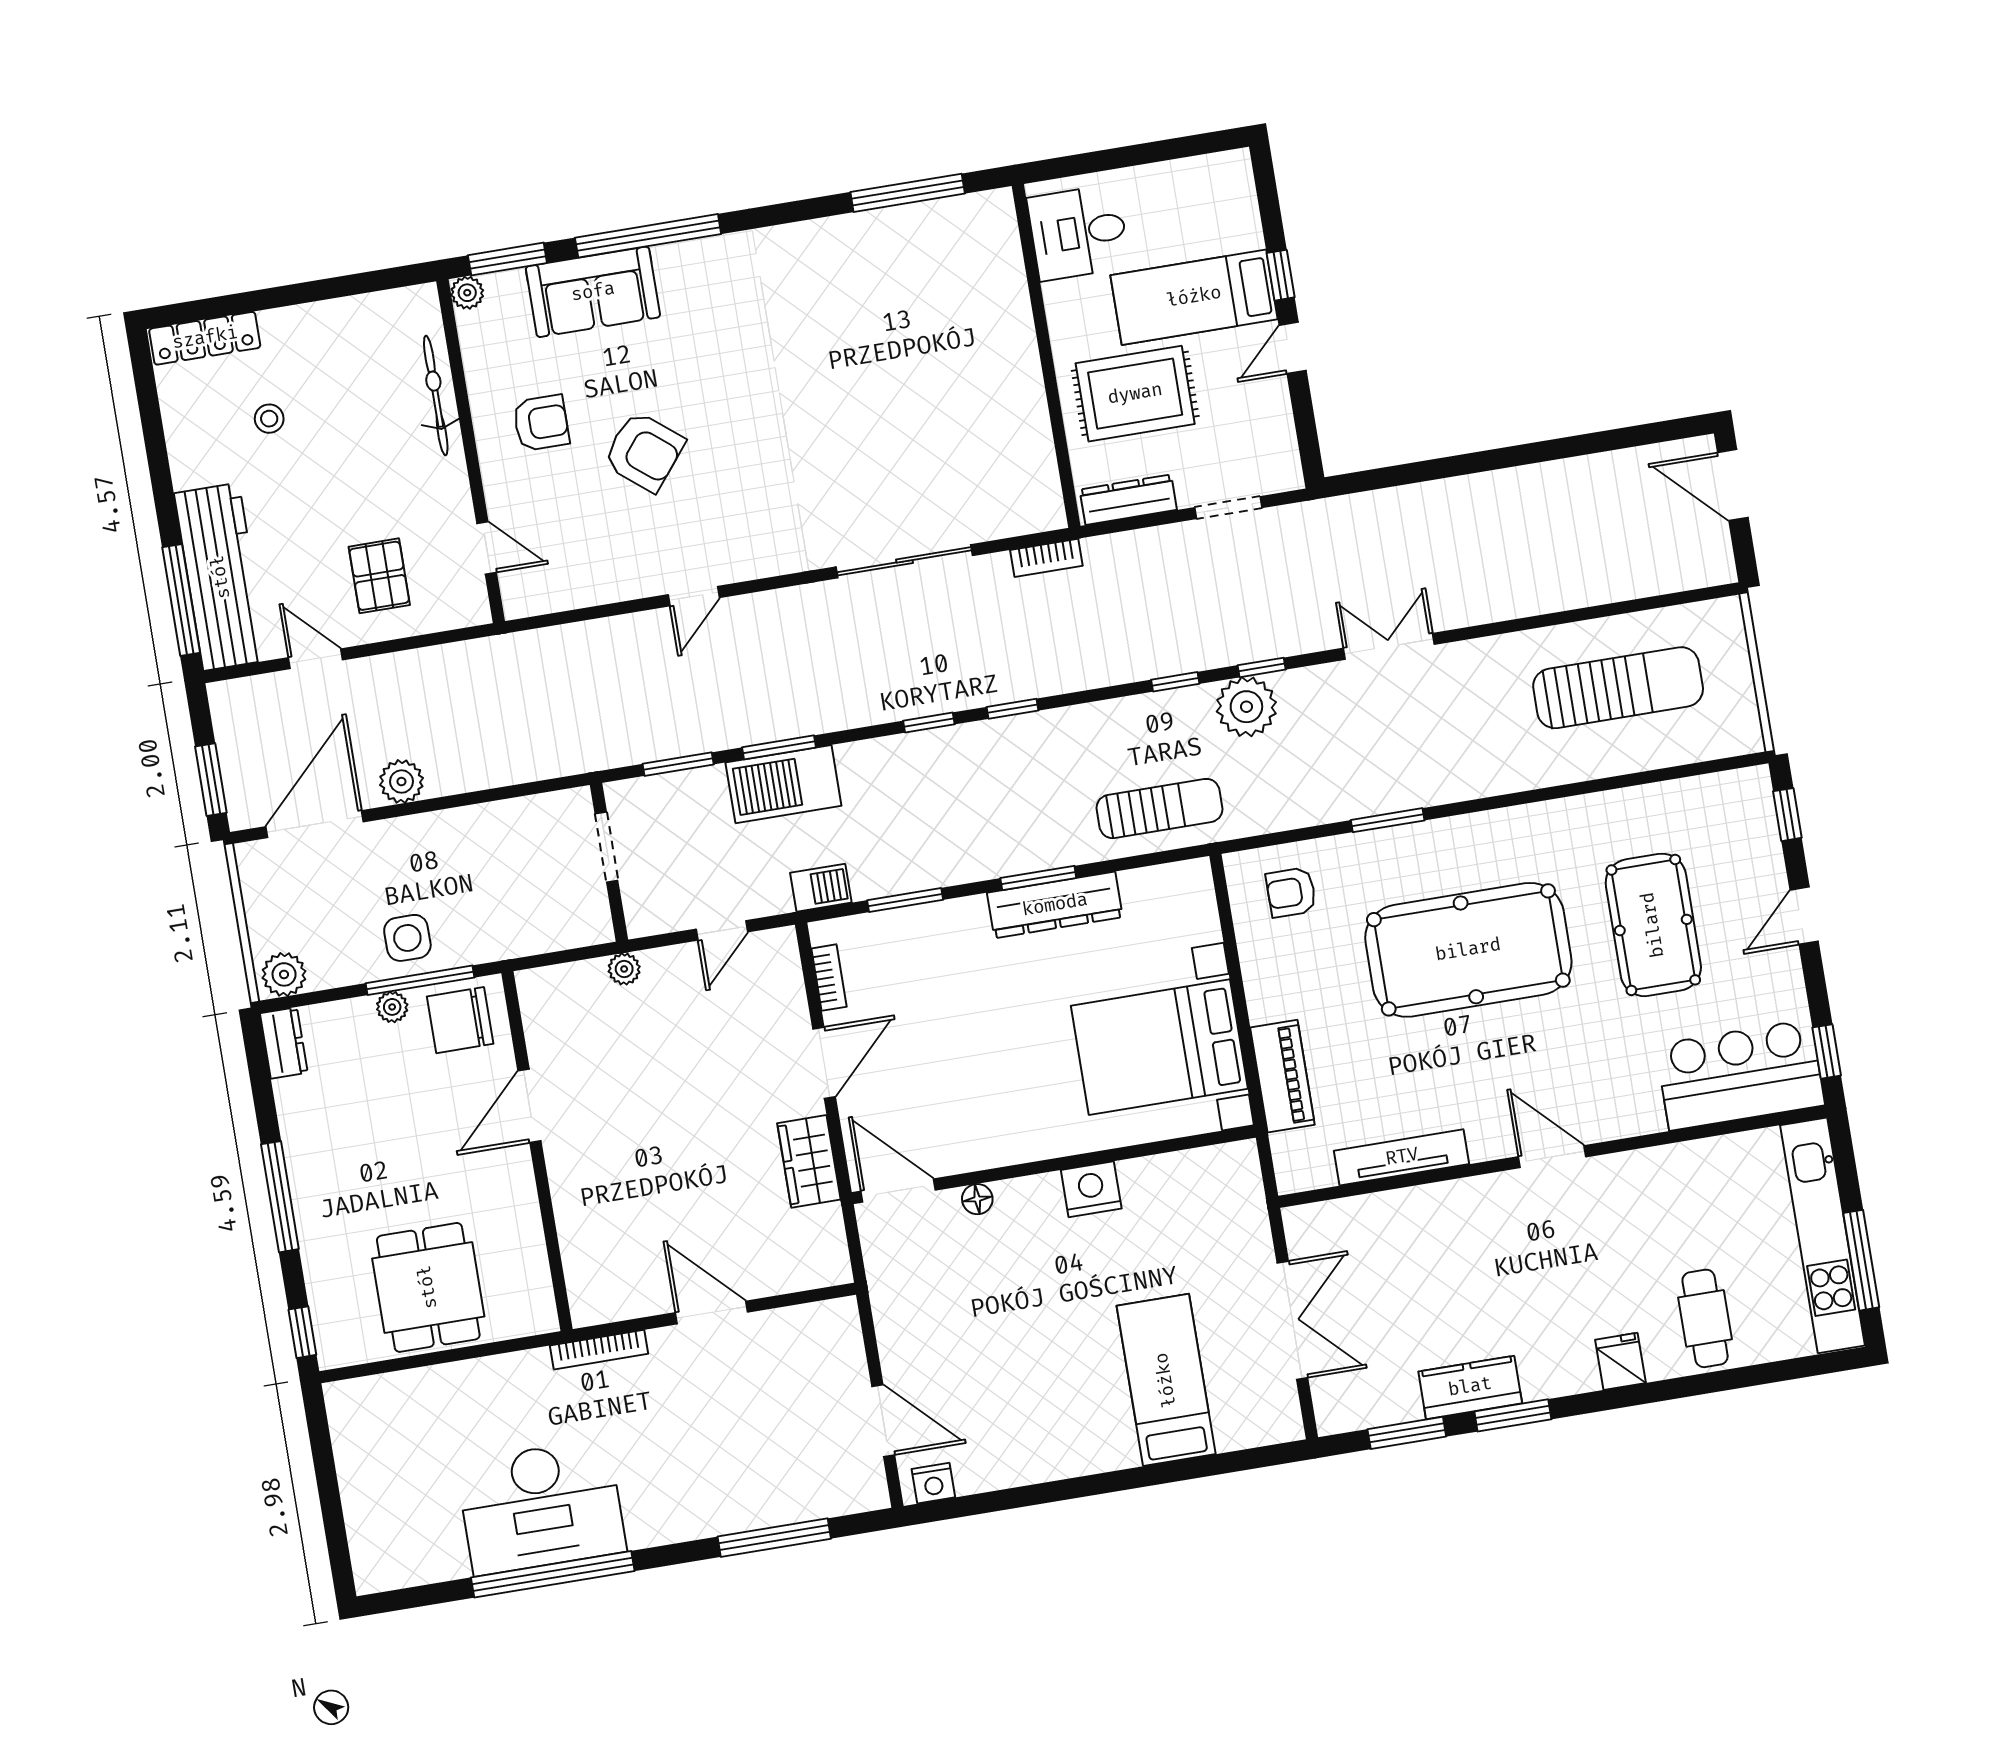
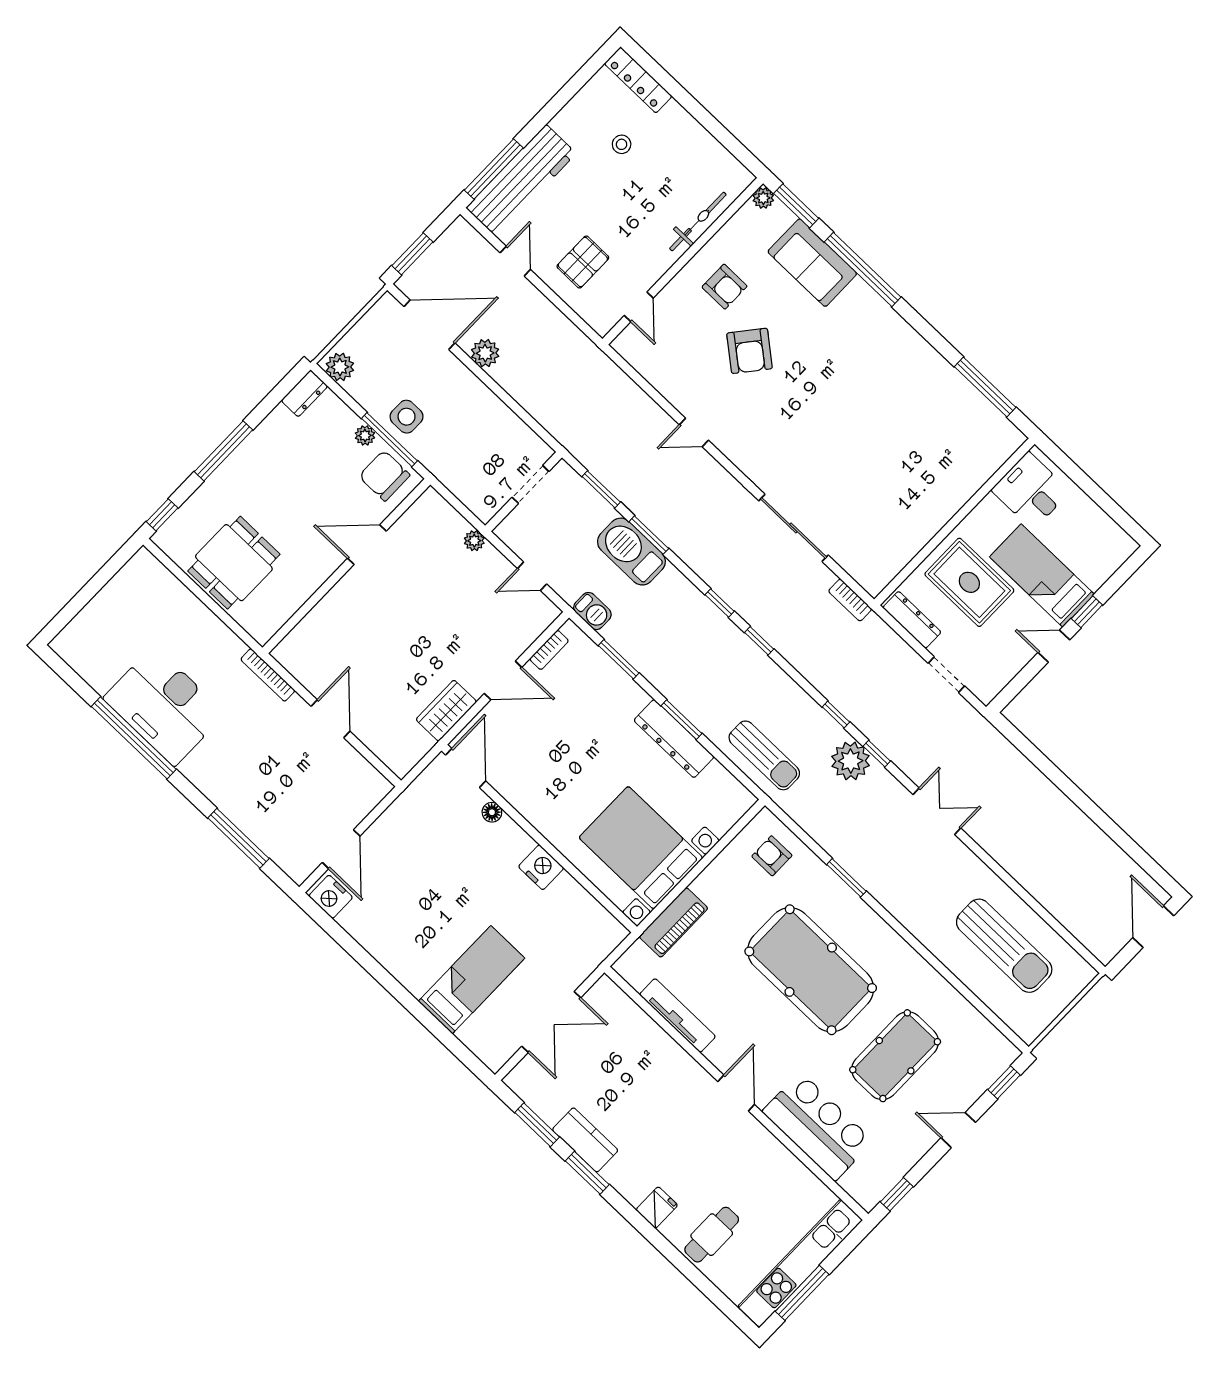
bar counter: (1740, 1075) -> (818, 1126), moved
nightstand: (933, 1483) -> (331, 897), width x1.36, depth x1.33

